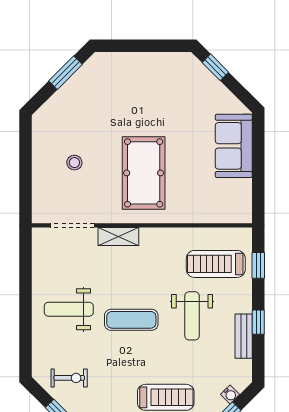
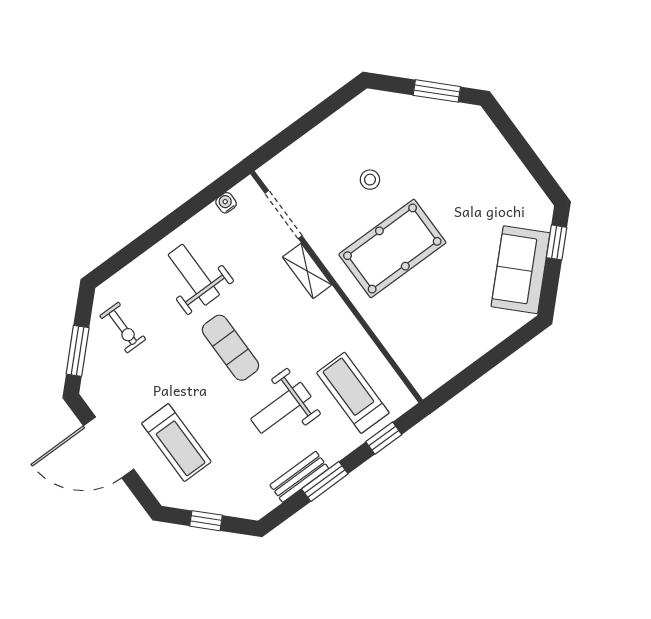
sofa: (234, 146) -> (521, 270), moved, turned -45
stool: (74, 163) -> (370, 180), moved
window: (258, 322) -> (325, 481), width x1.50
water cooler: (230, 394) -> (226, 203), moved, turned 135

